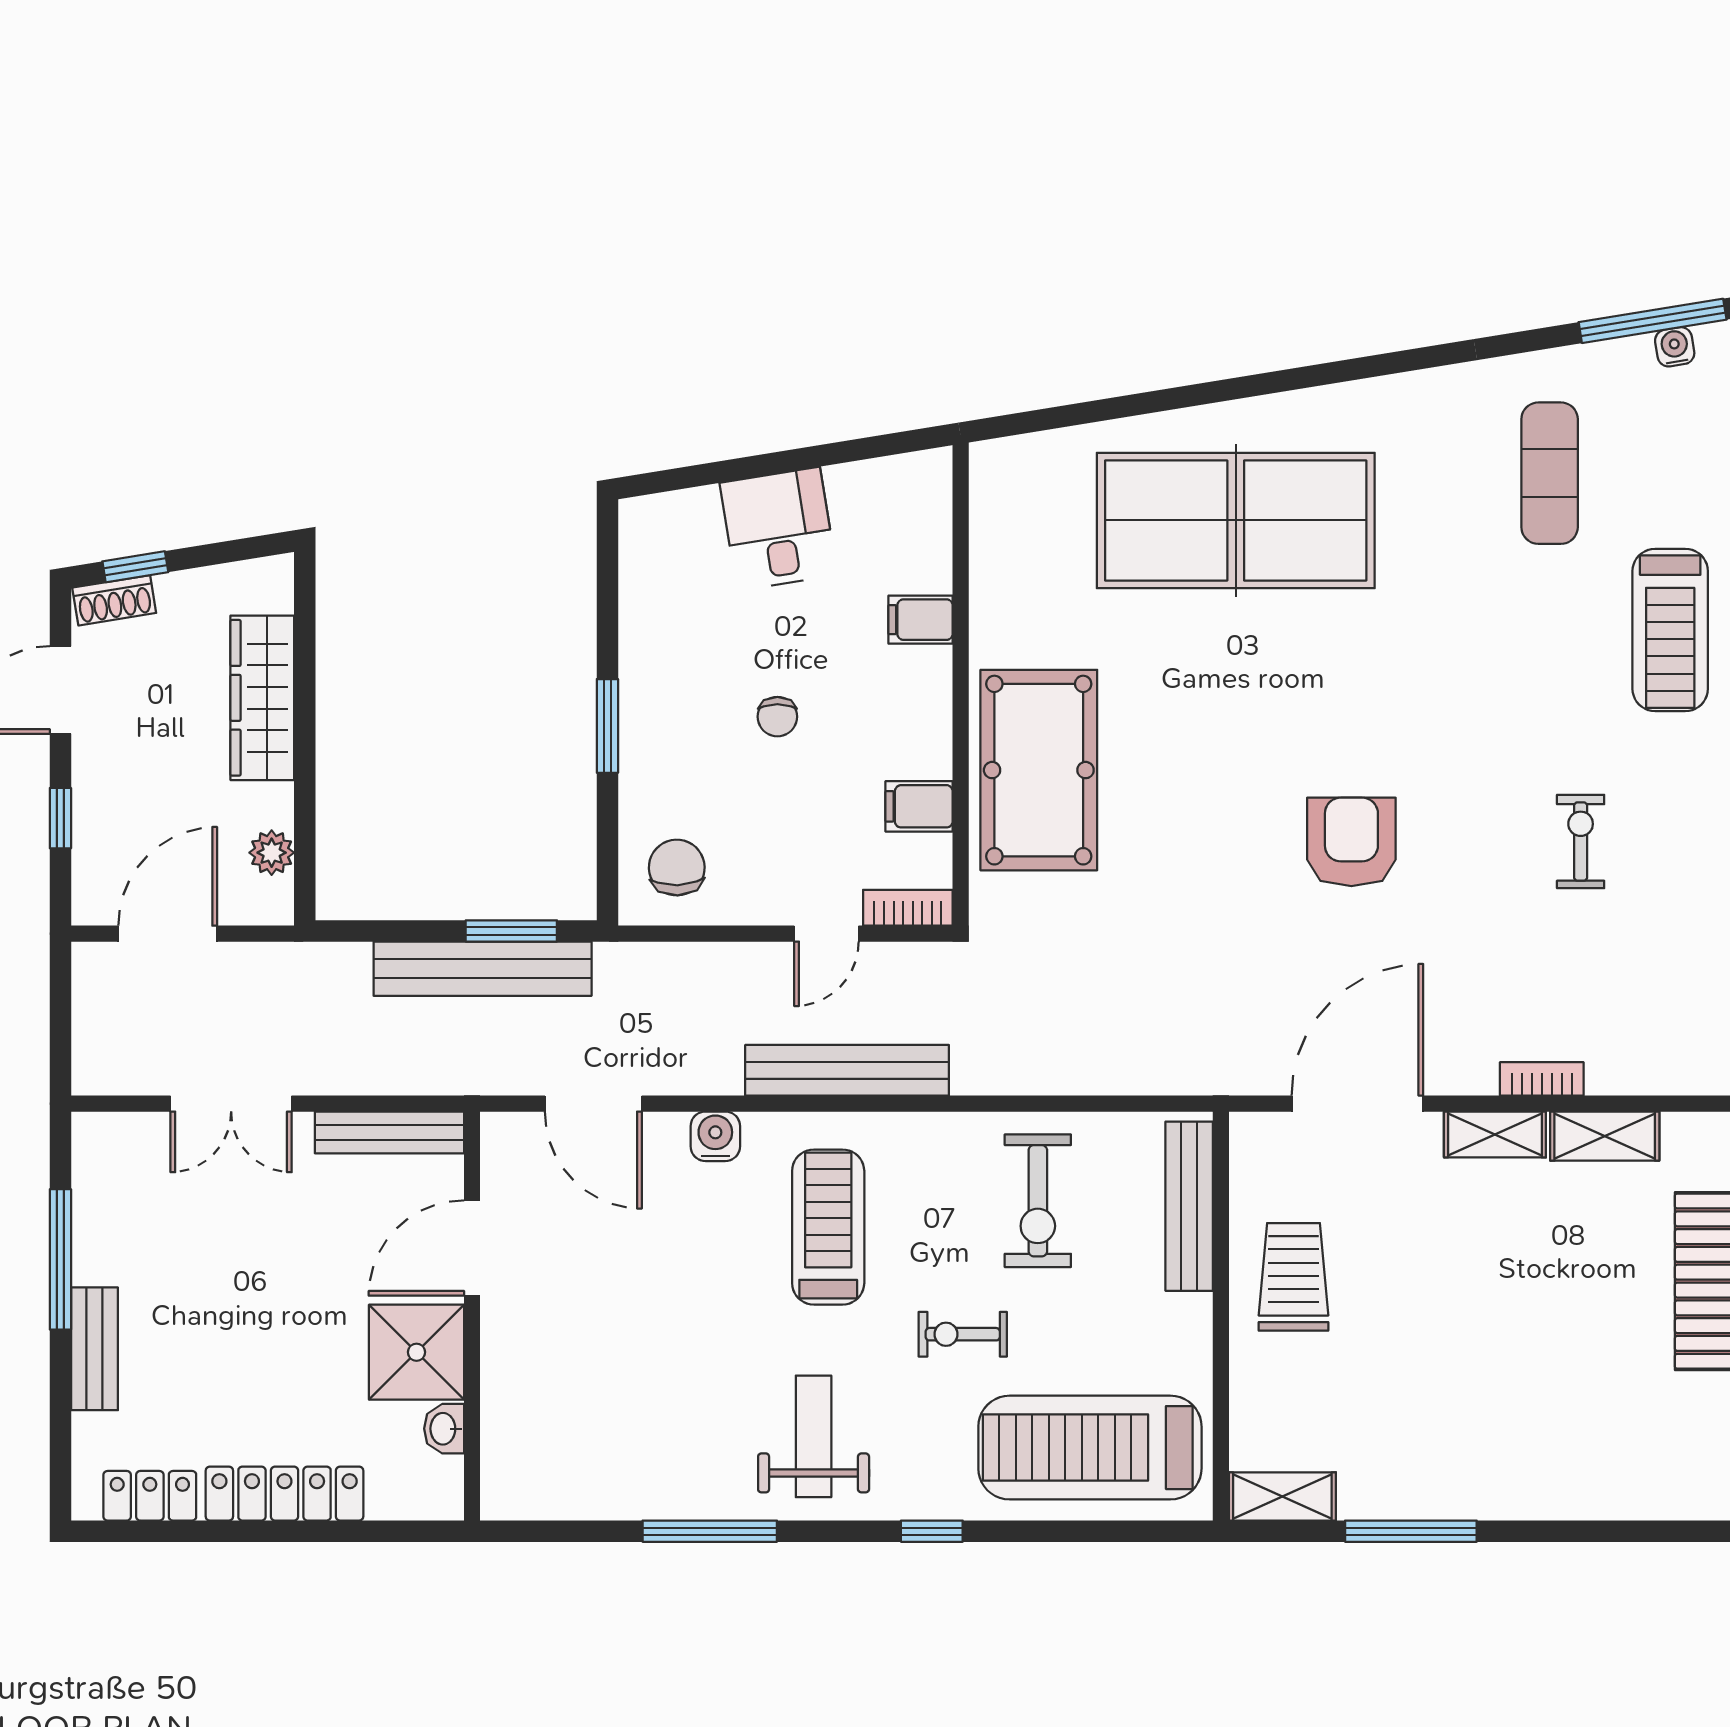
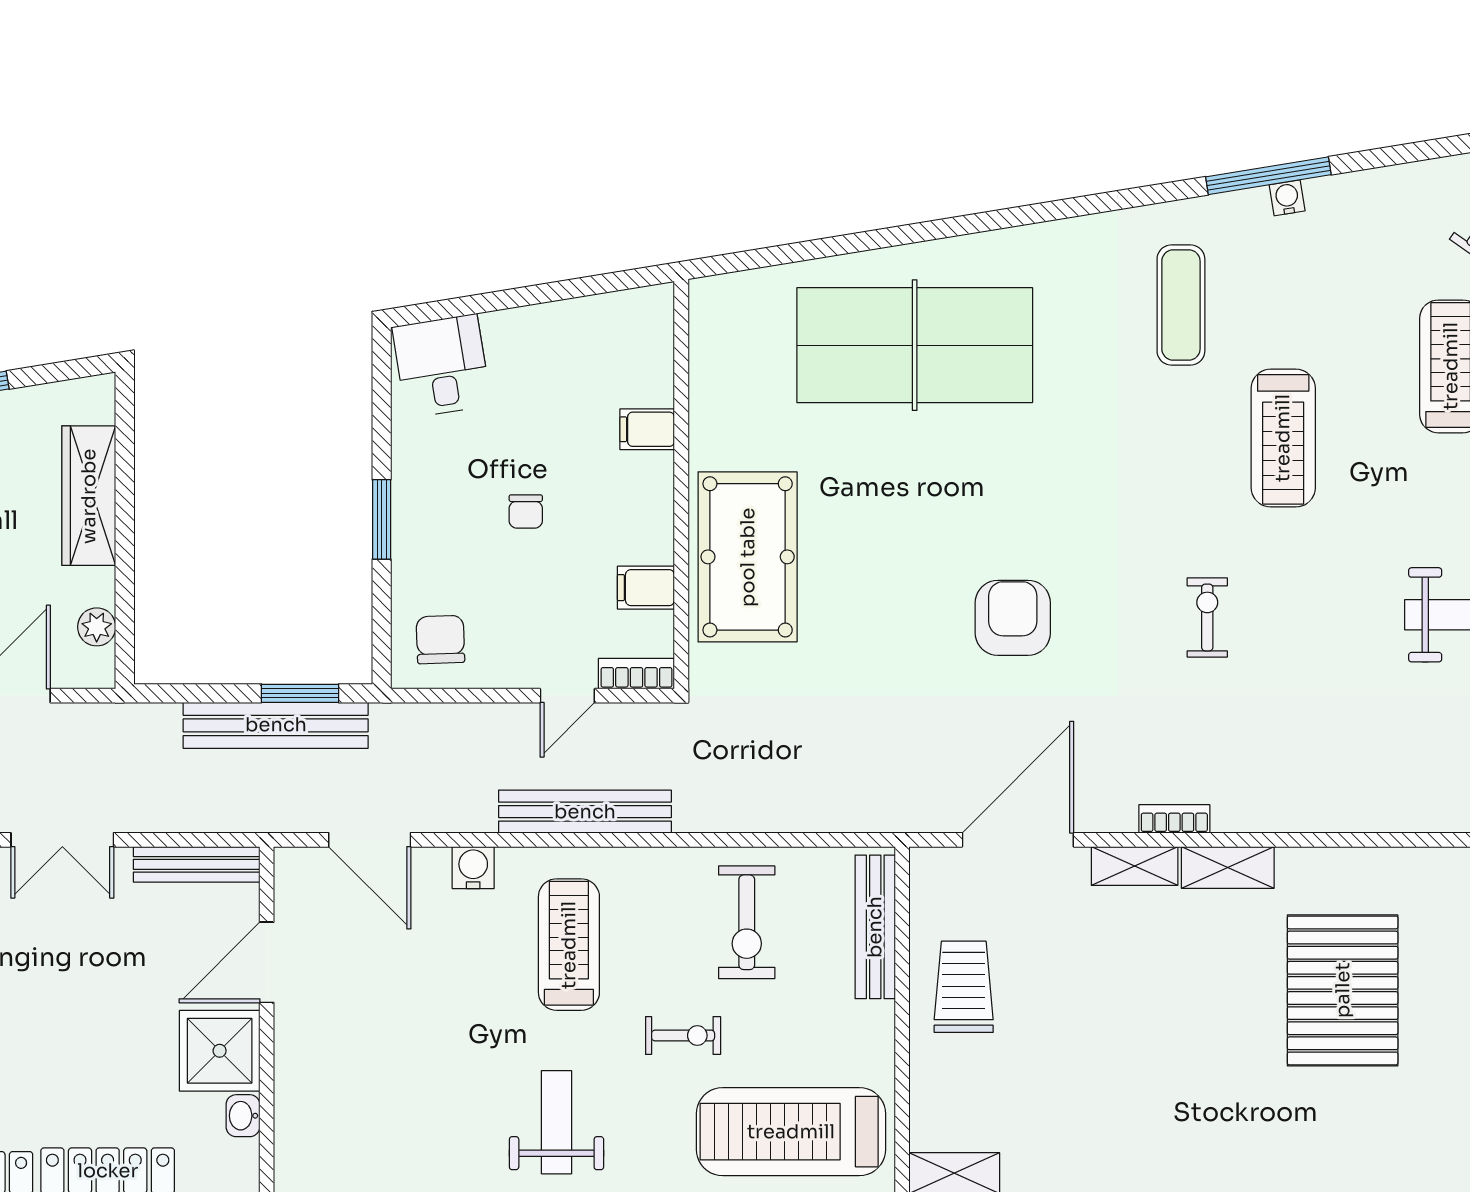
desk: (778, 529) -> (442, 366), moved
exercise bike: (963, 1334) -> (683, 1036), turned 180

